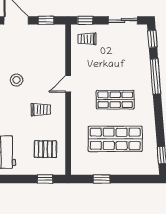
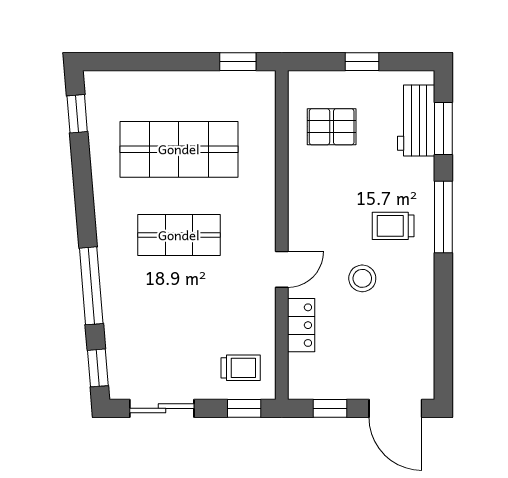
locker: (59, 58) -> (301, 325), added
stool: (17, 80) -> (362, 278), moved
trolley: (41, 110) -> (393, 226), moved
window: (45, 179) -> (362, 62), moved
window: (102, 179) -> (238, 62), moved

